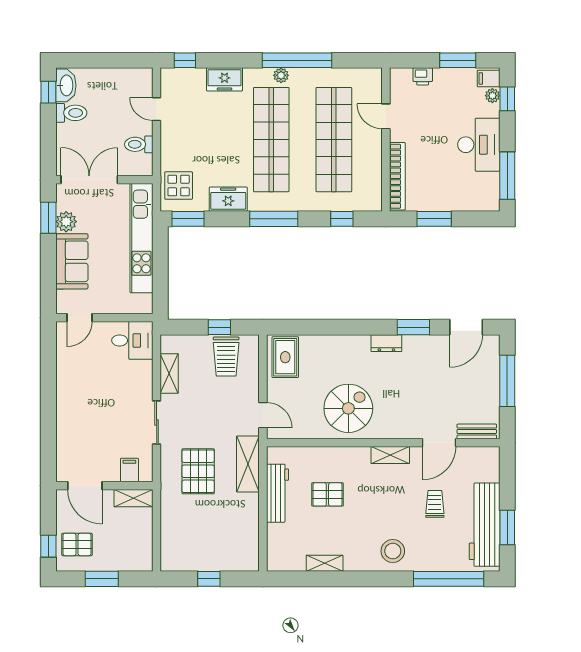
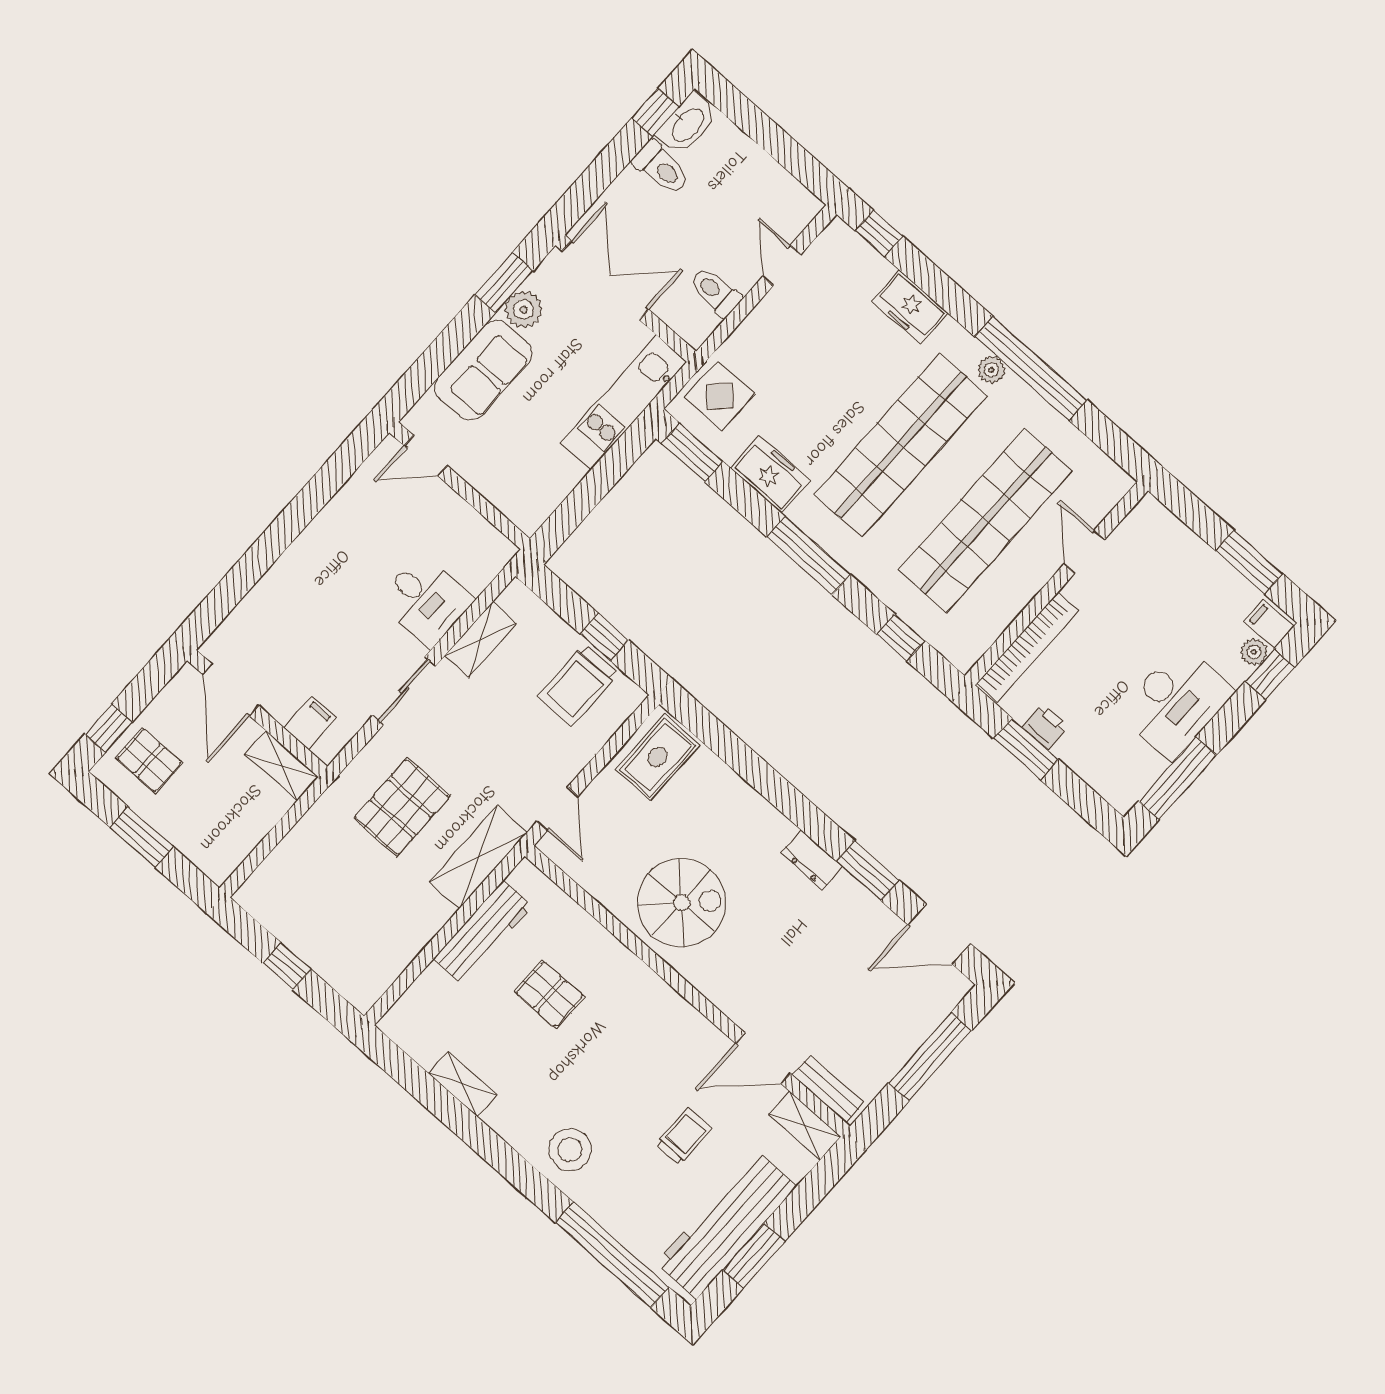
printer: (423, 76) -> (1045, 727), moved, turned 180
kitchen unit: (141, 238) -> (623, 403), width x0.73
desk: (132, 340) -> (426, 600), moved
shelving: (390, 455) -> (805, 1125), moved

